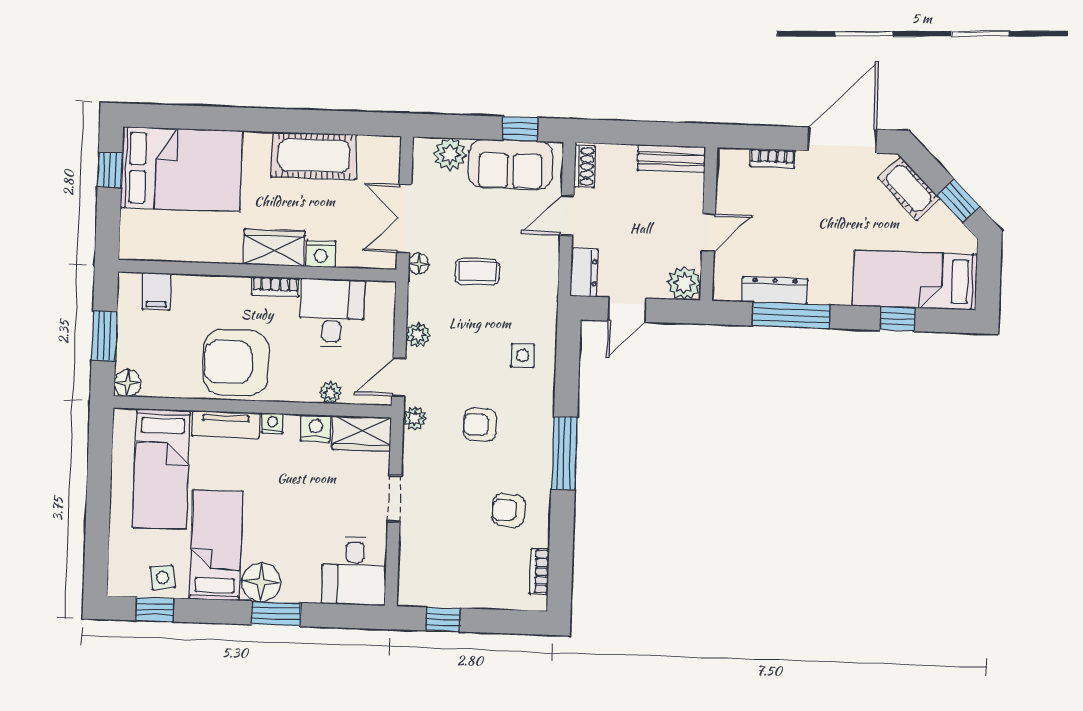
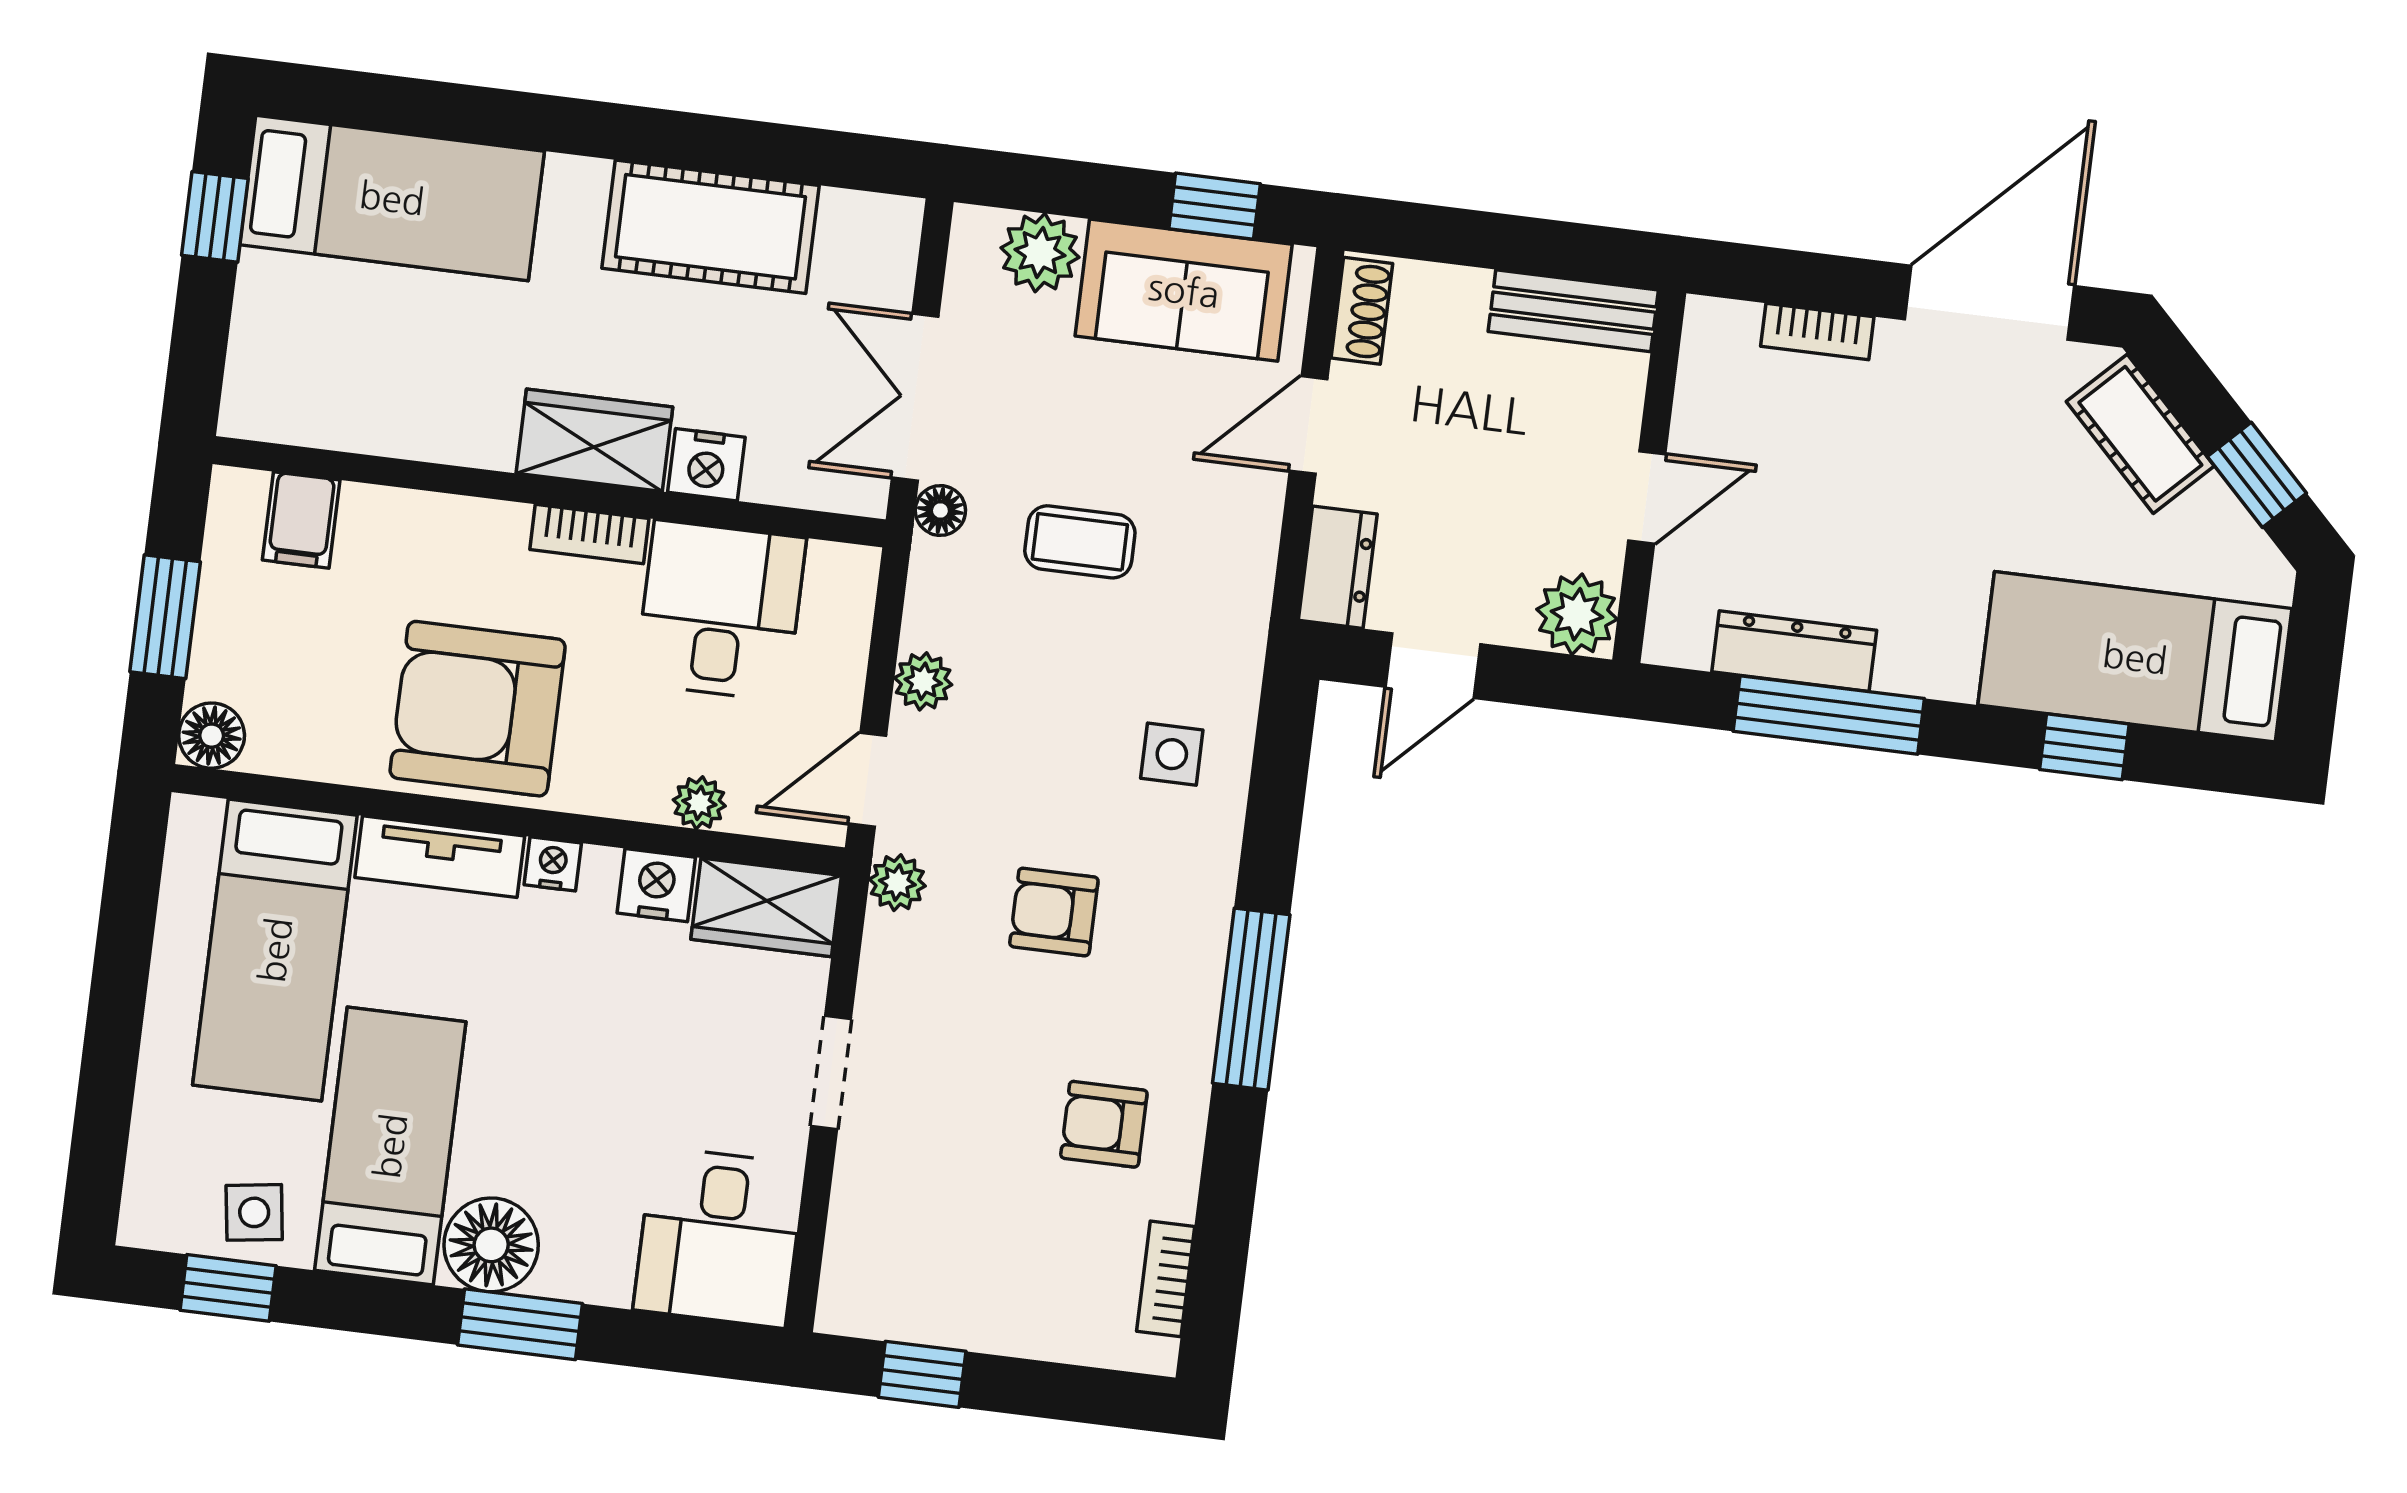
bed: (182, 169) -> (392, 198), width x0.67

